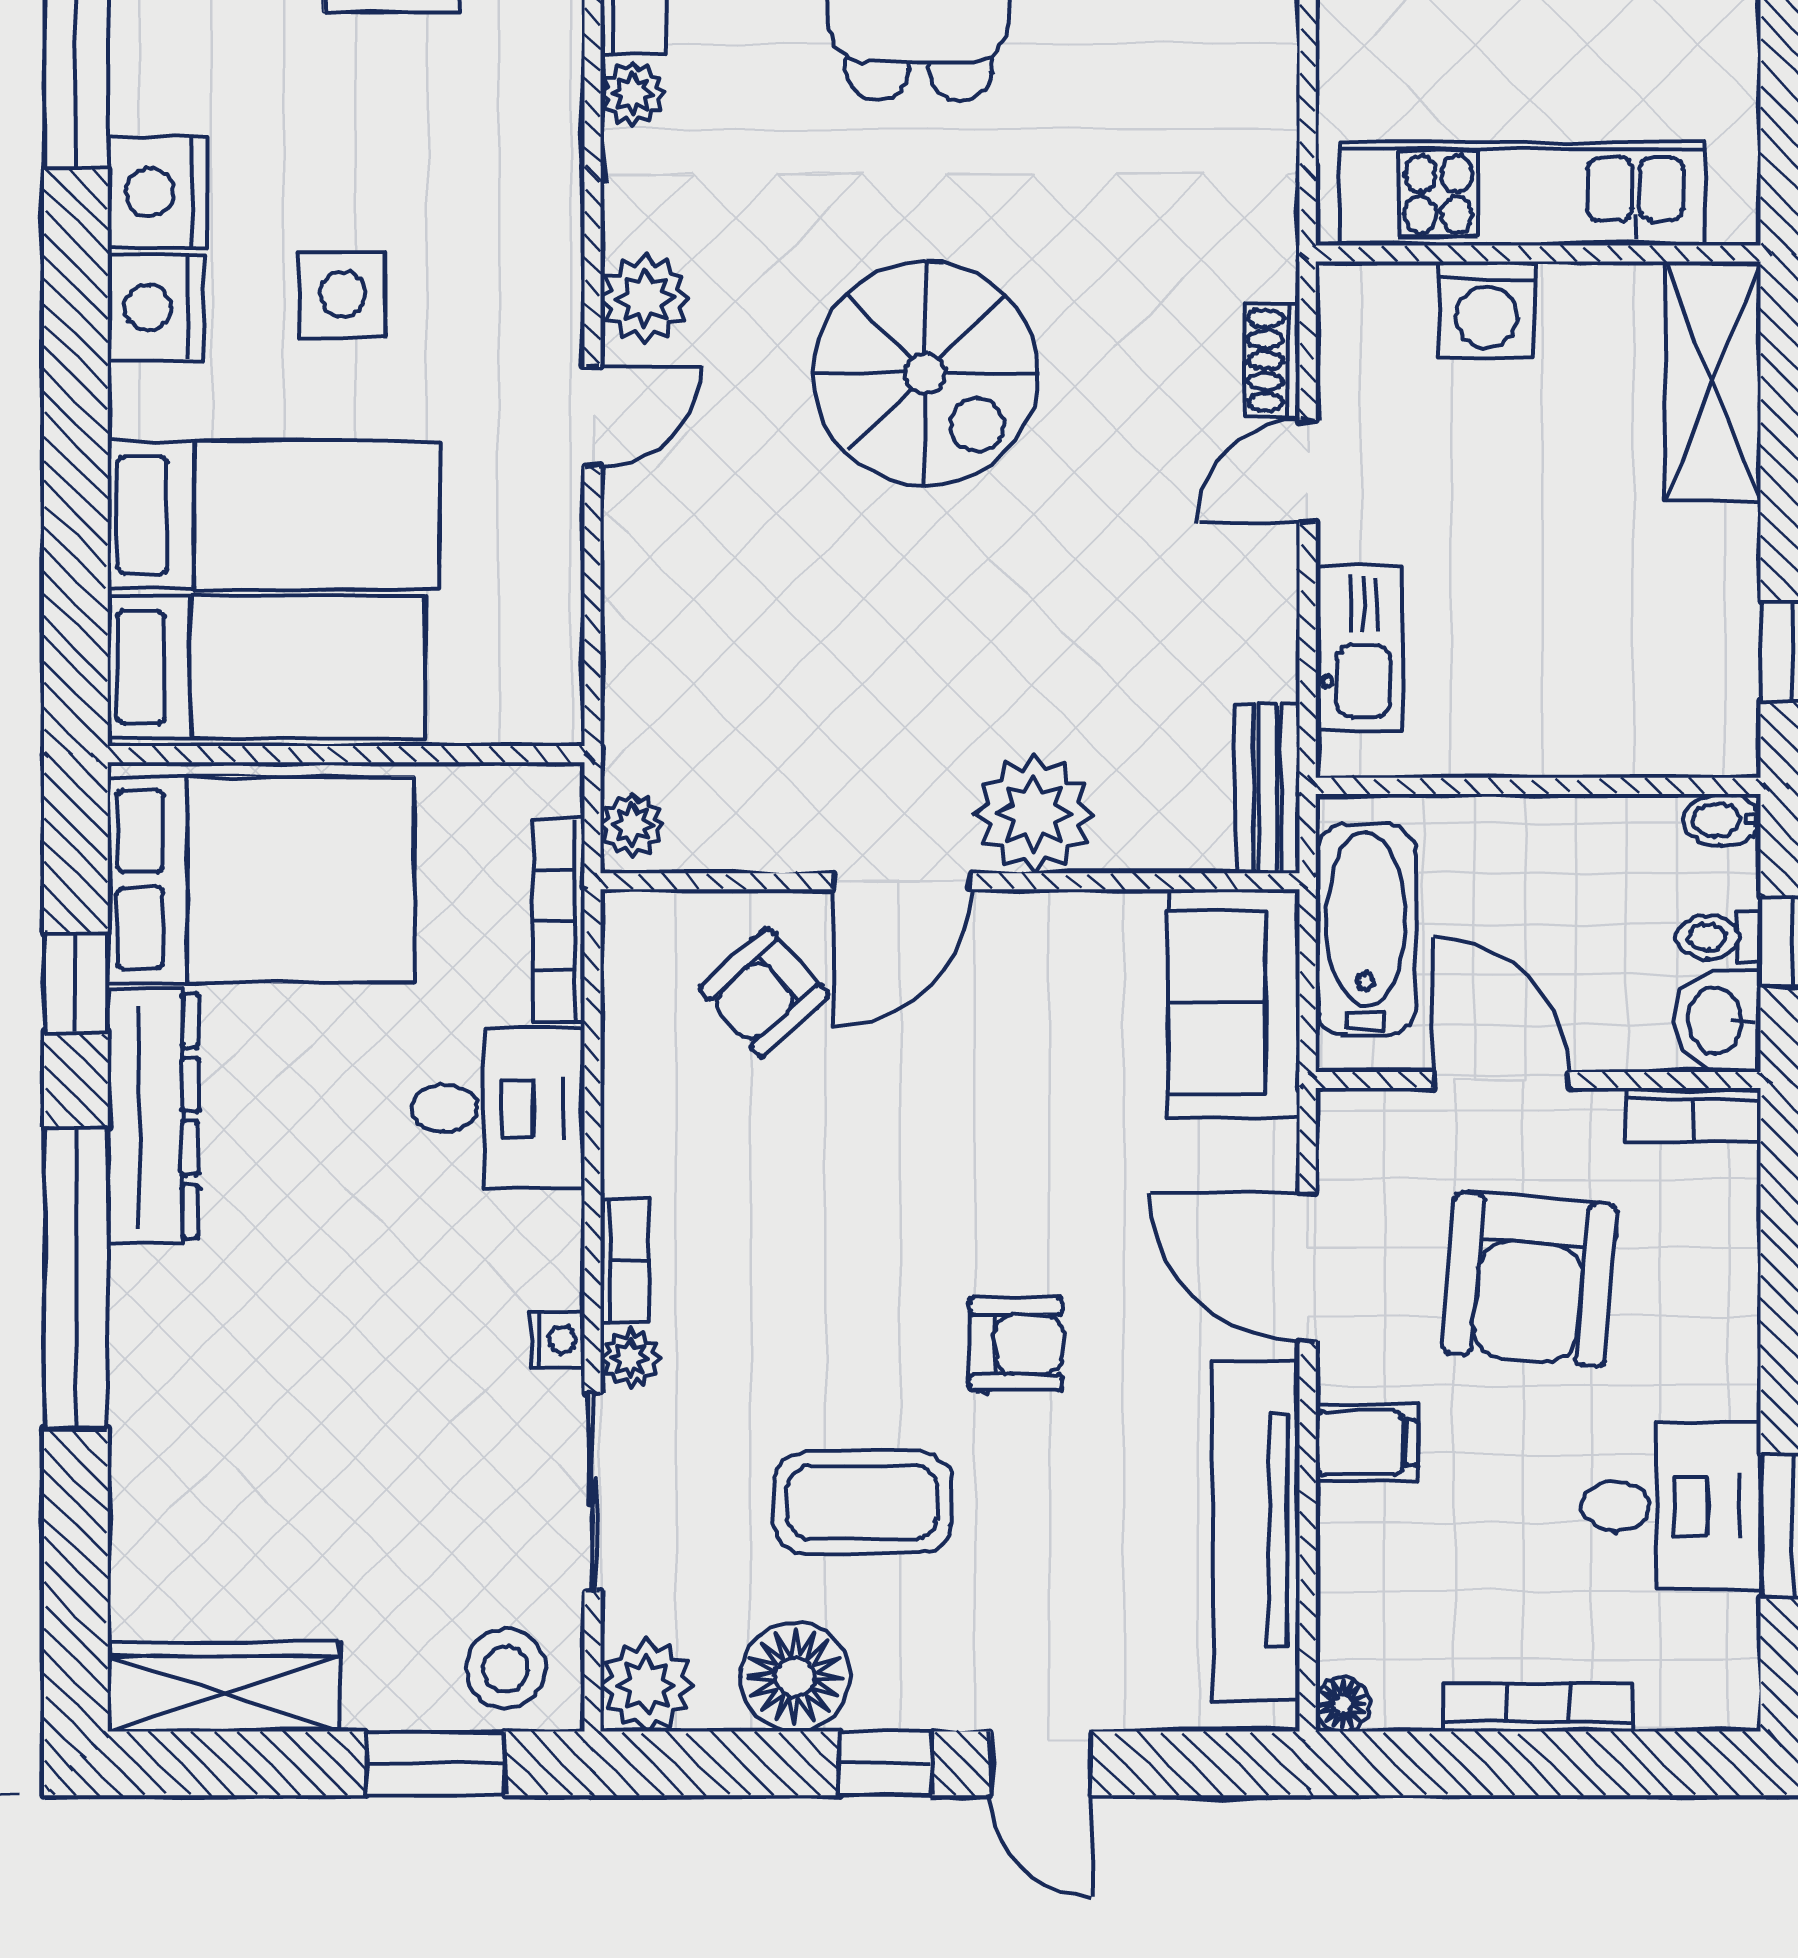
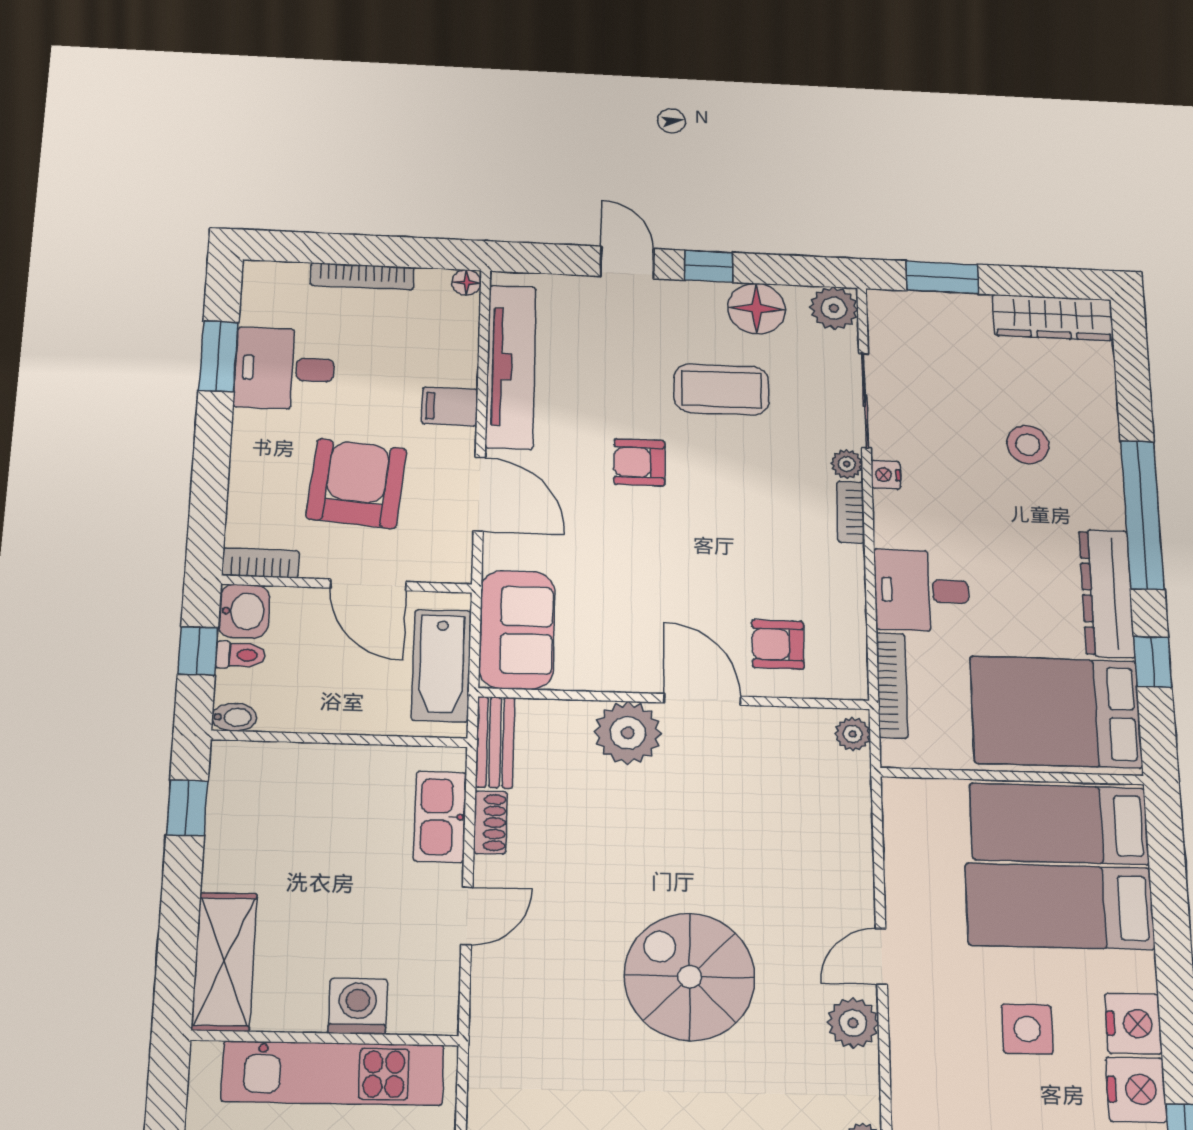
shoe rack: (1272, 360) -> (490, 822), moved
door: (901, 881) -> (702, 700), hinge flipped
armchair: (764, 992) -> (778, 644), turned -138
stool: (505, 1669) -> (1028, 445), moved

